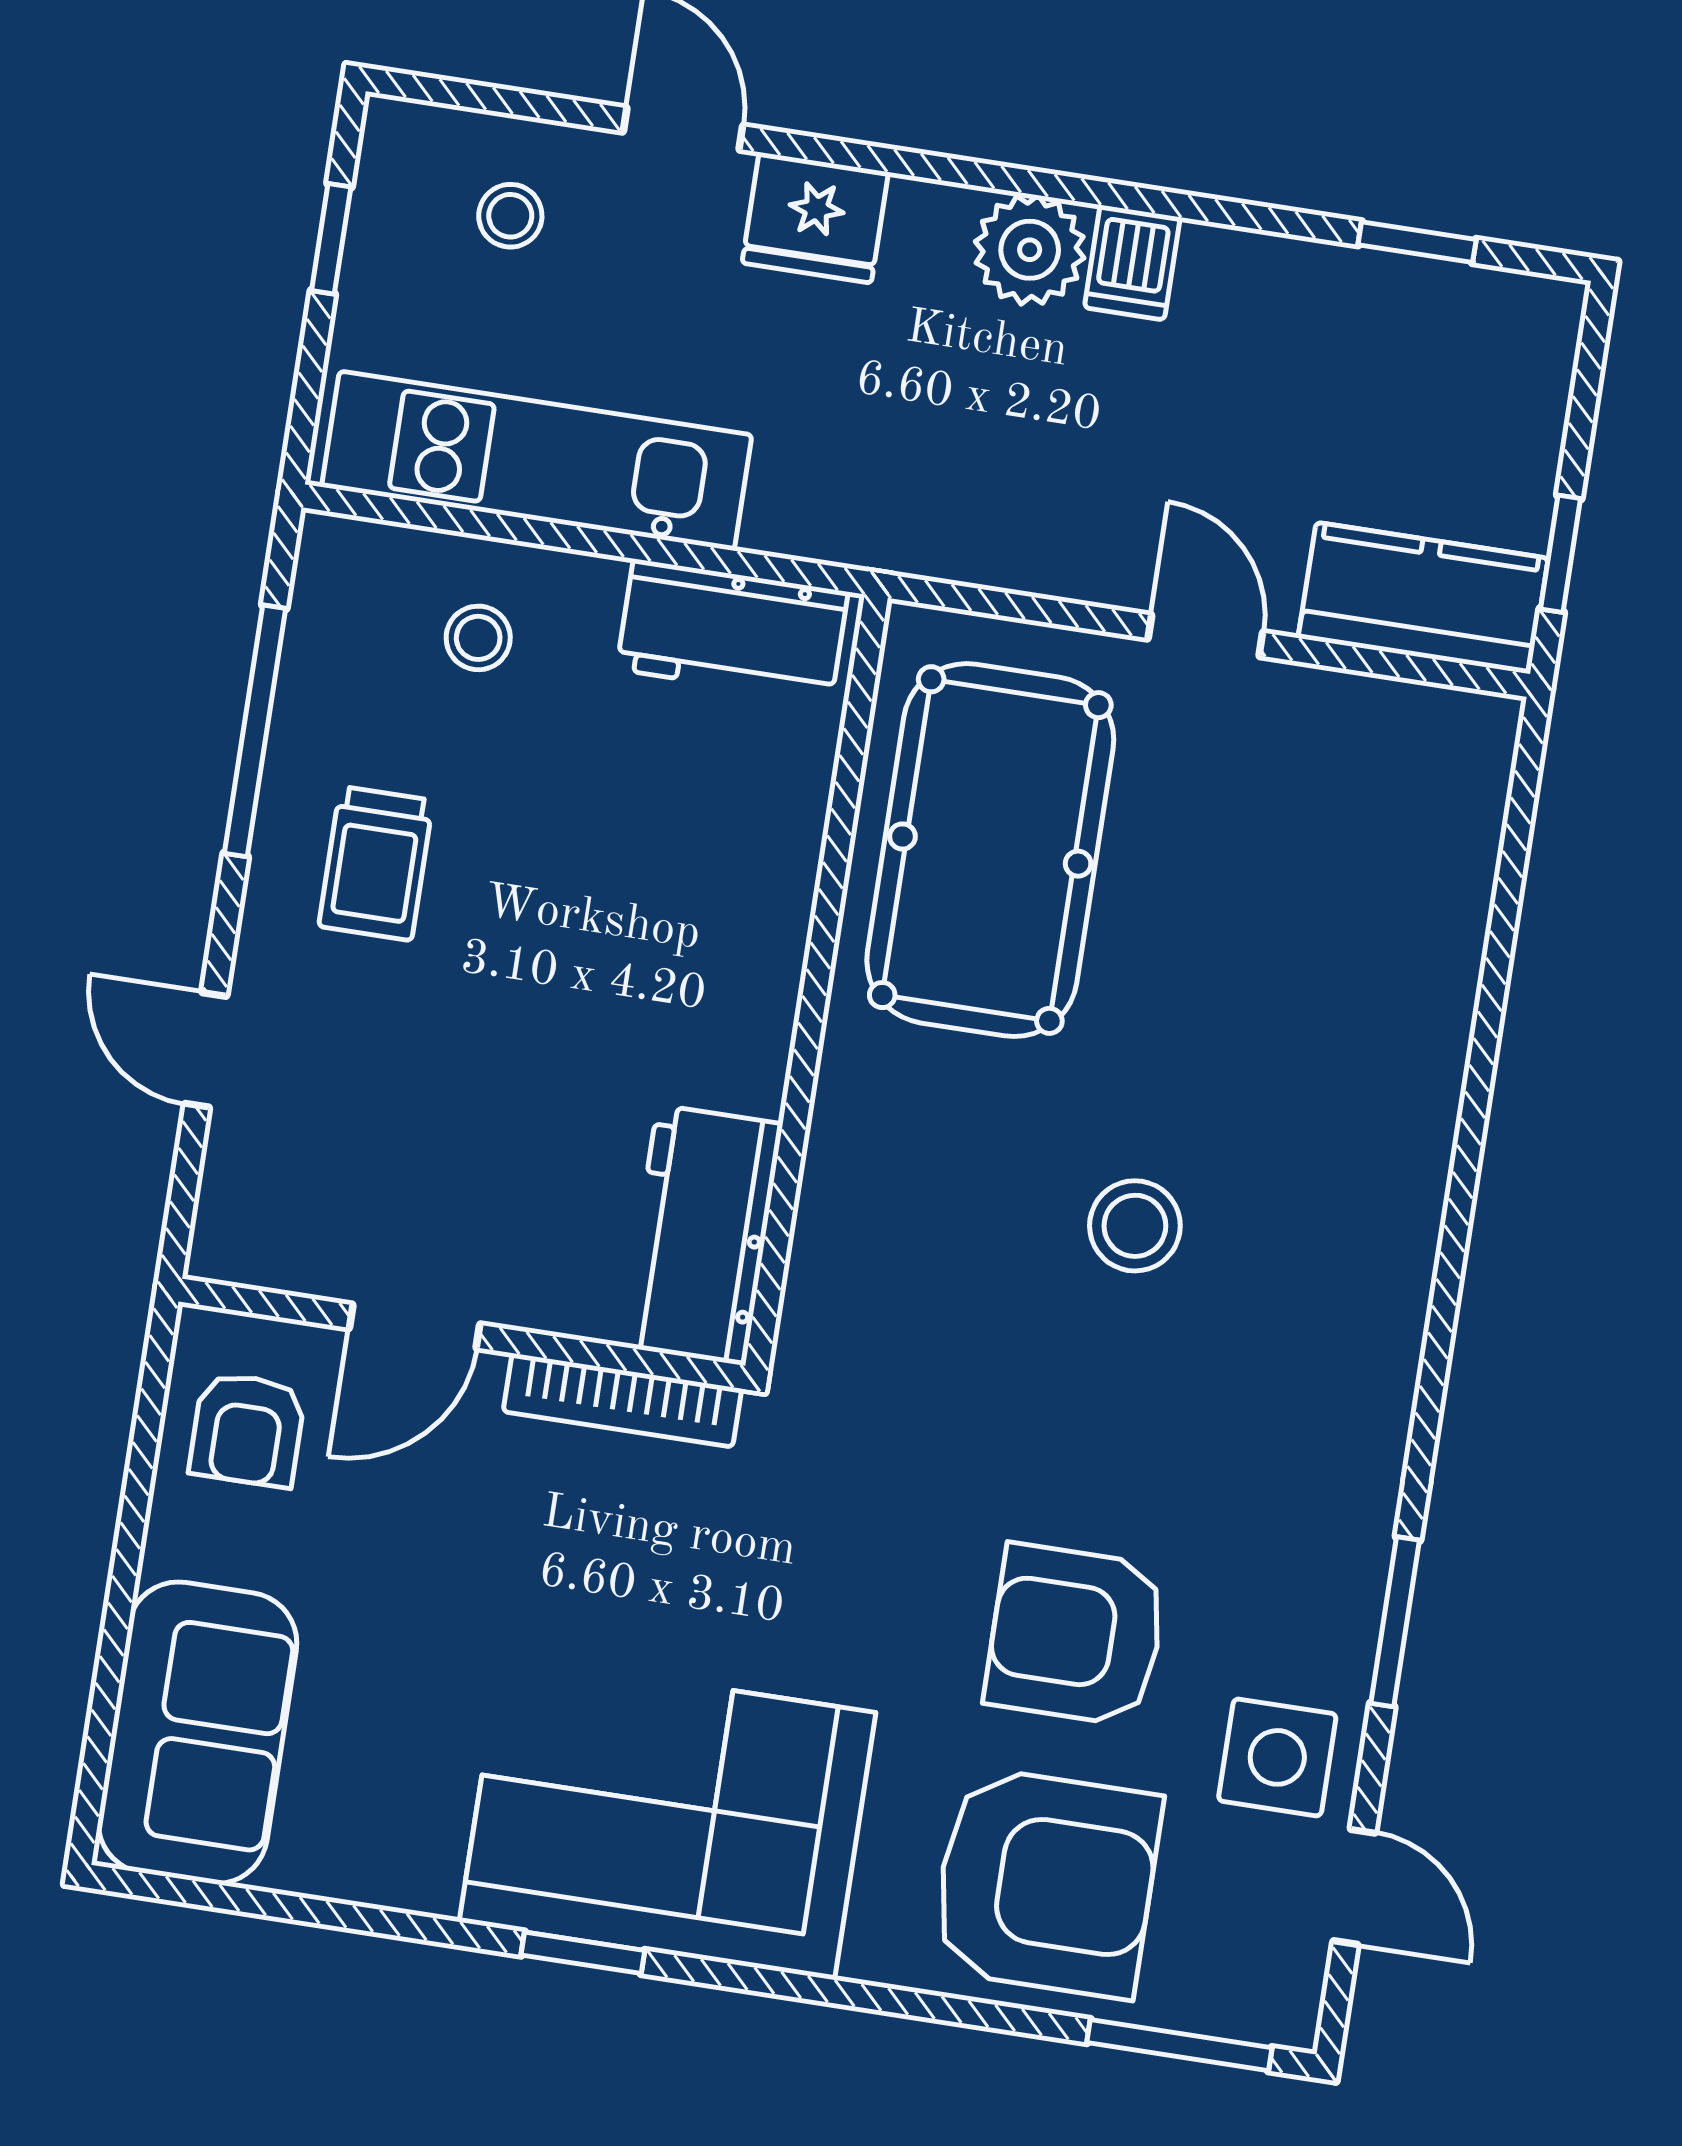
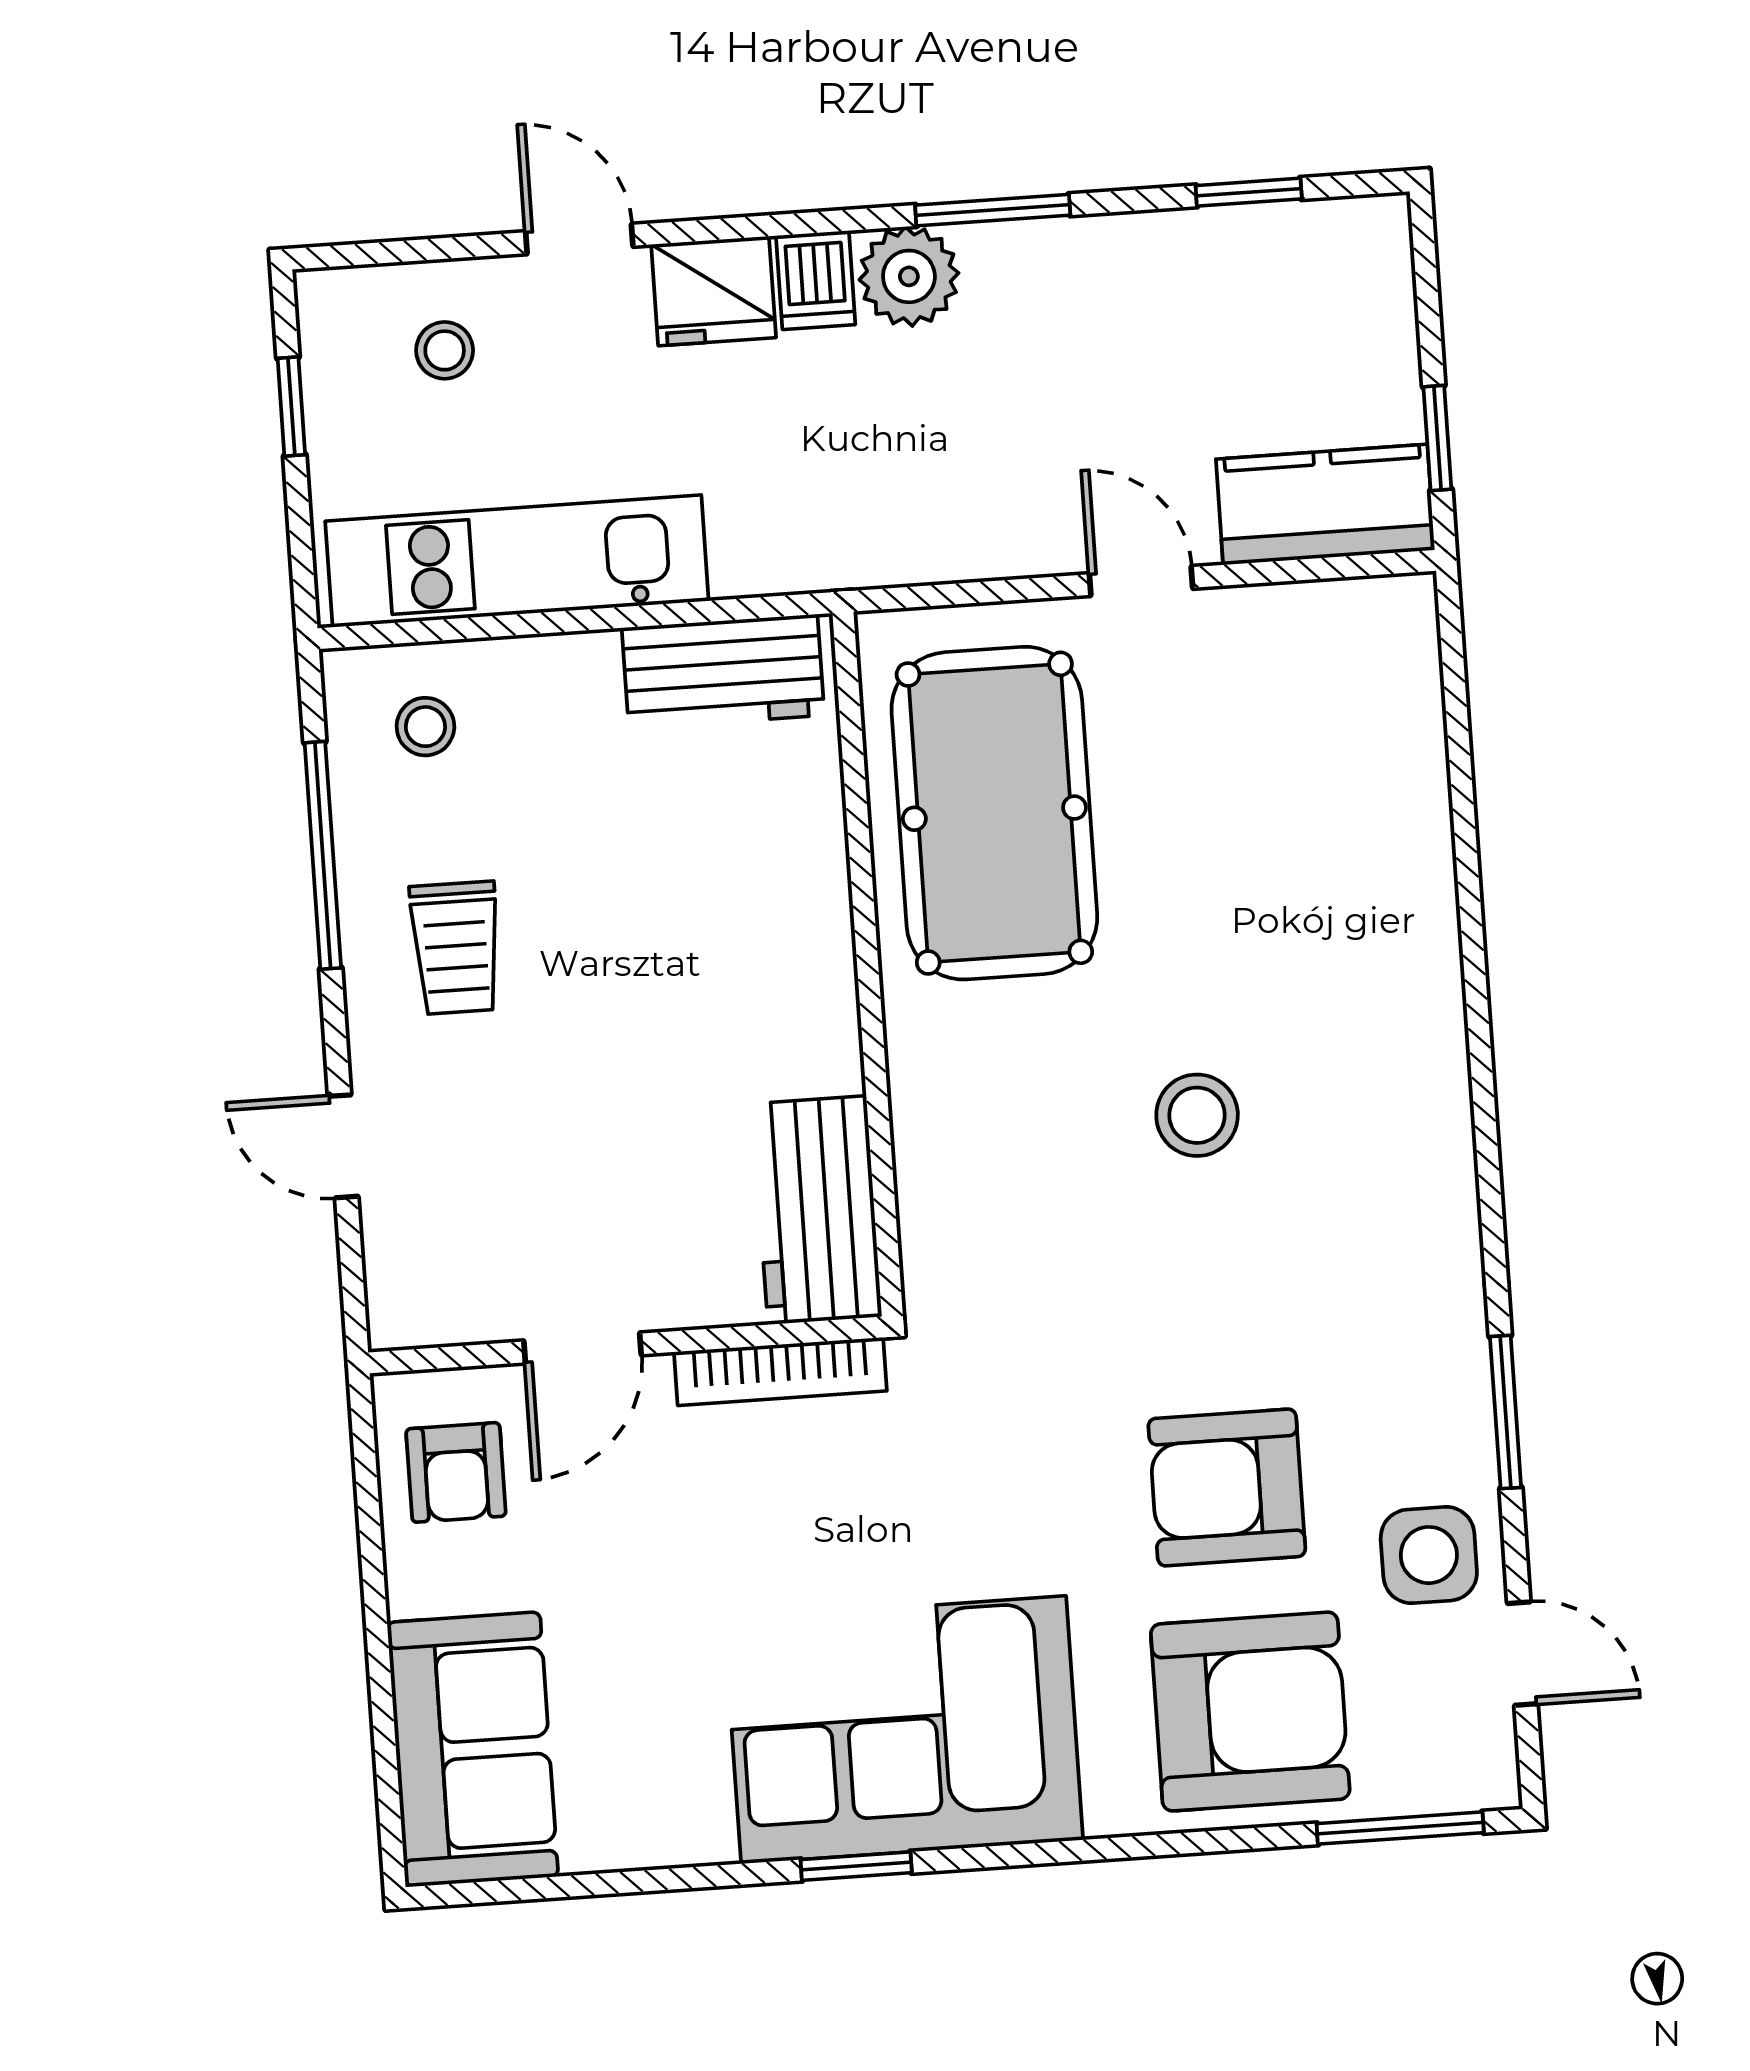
window: (1136, 199) -> (993, 210), added
dishwasher: (1132, 262) -> (816, 280), moved
stool: (478, 638) -> (425, 727), moved

